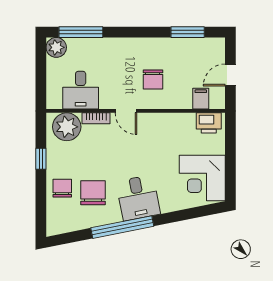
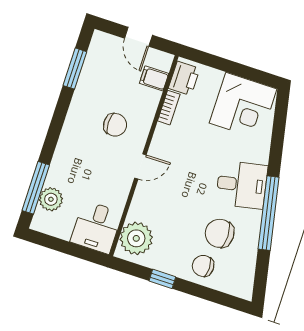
plant: (56, 47) -> (51, 199), moved
desk: (81, 90) -> (96, 227), moved, turned 90
bookcase: (96, 118) -> (169, 108), moved

